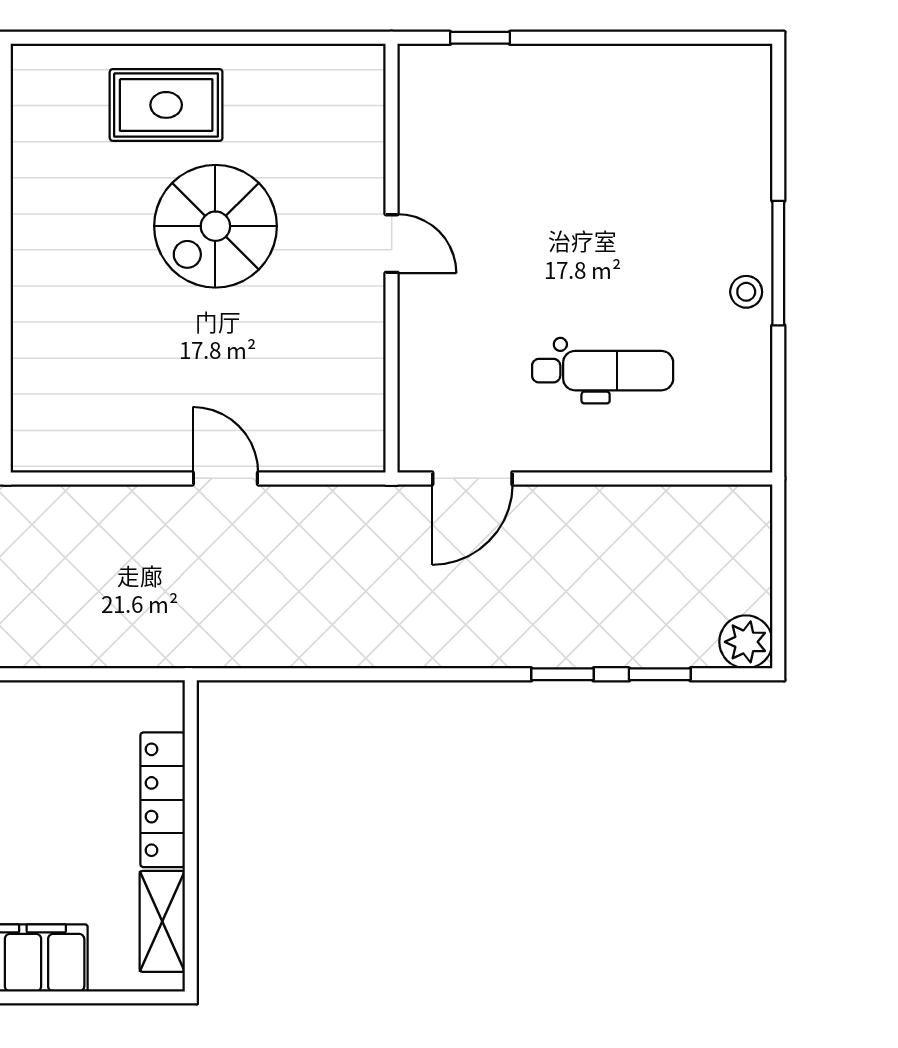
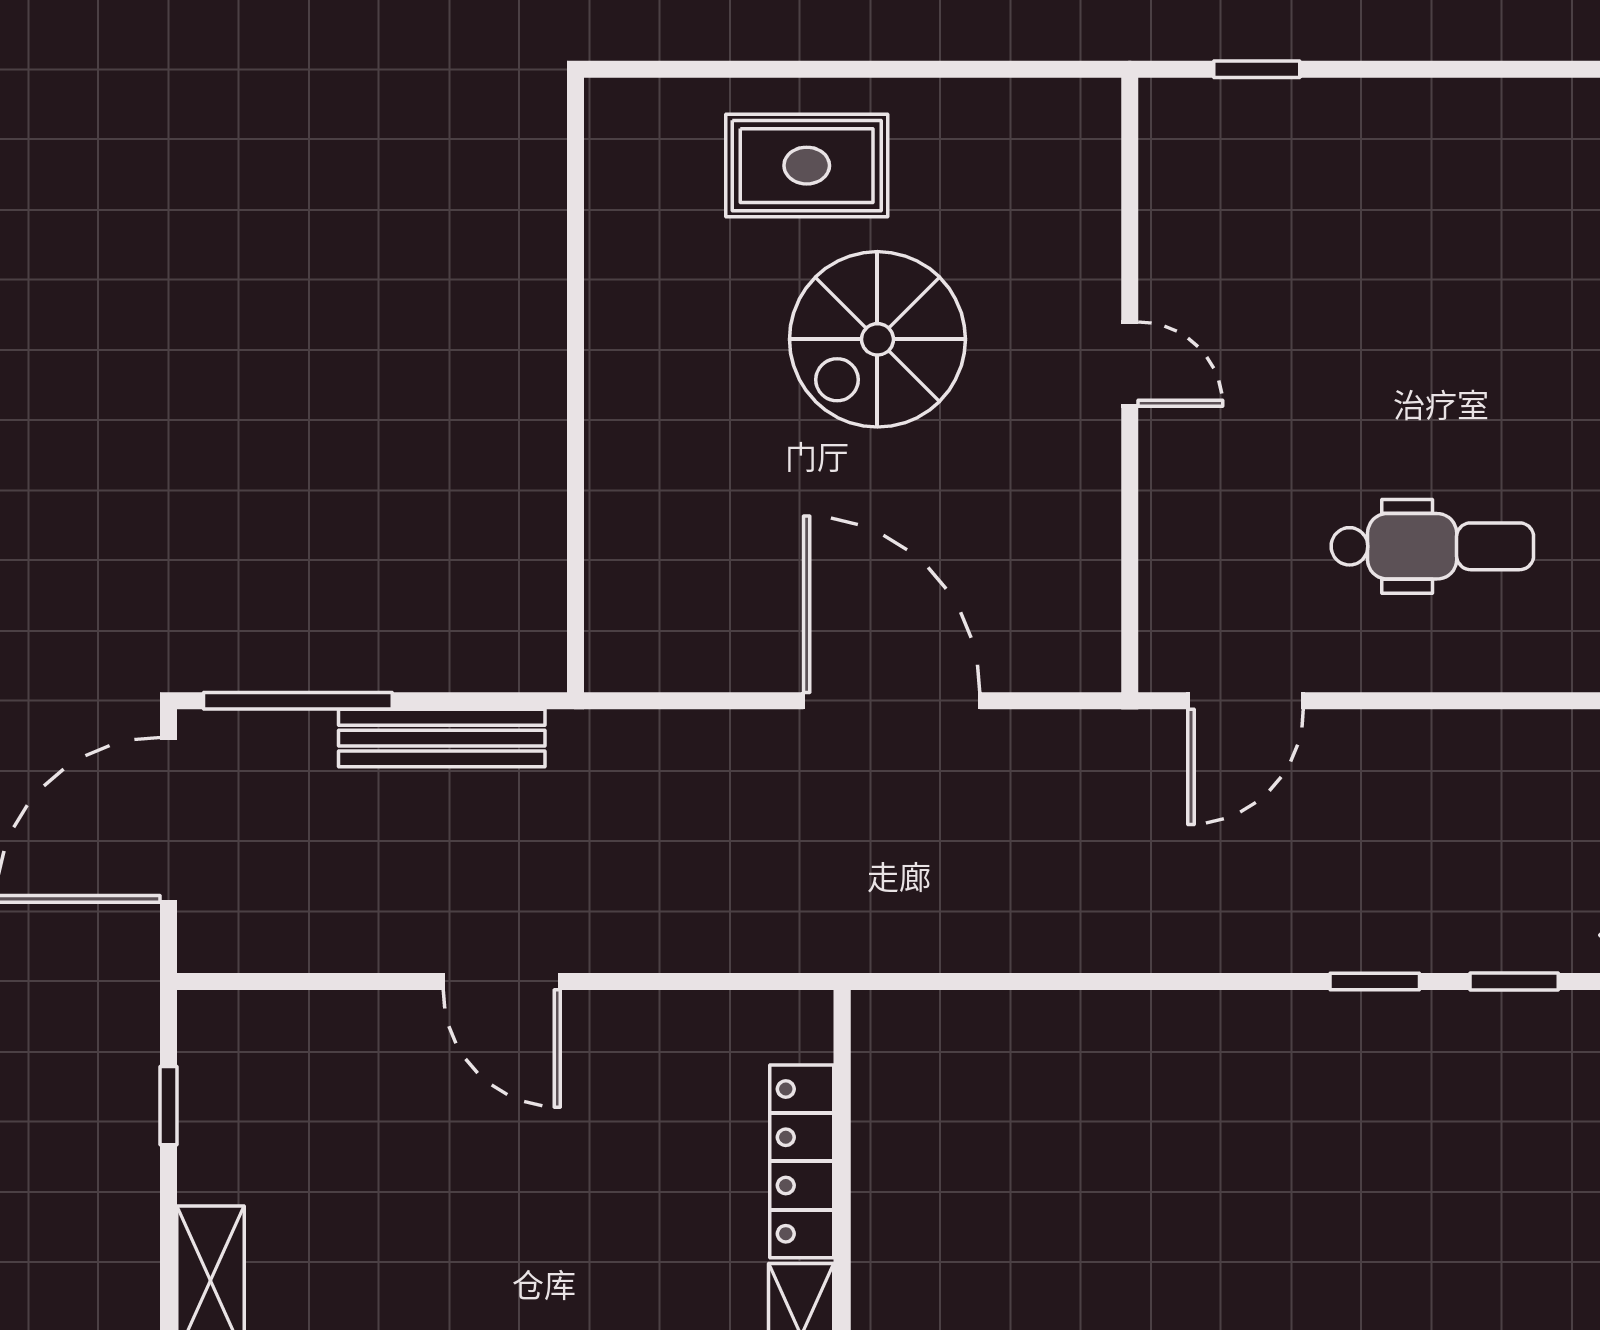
door: (225, 478) -> (892, 701), width x1.87

